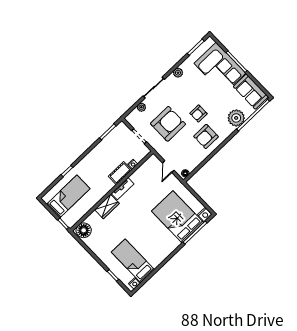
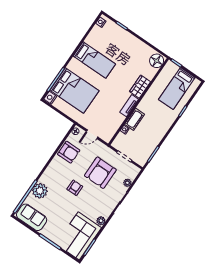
corner sofa: (220, 68) -> (79, 236), moved, turned -90
armchair: (206, 136) -> (69, 152), moved, turned 90
door: (168, 167) -> (92, 134), swing flipped
bed: (133, 261) -> (94, 60), moved

